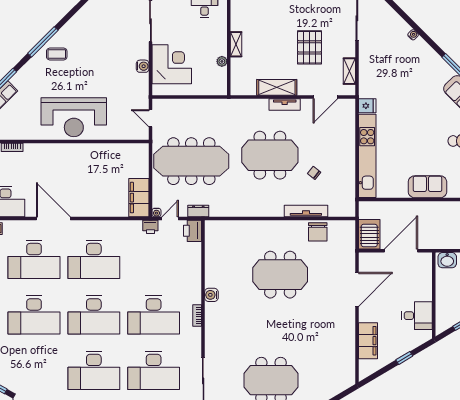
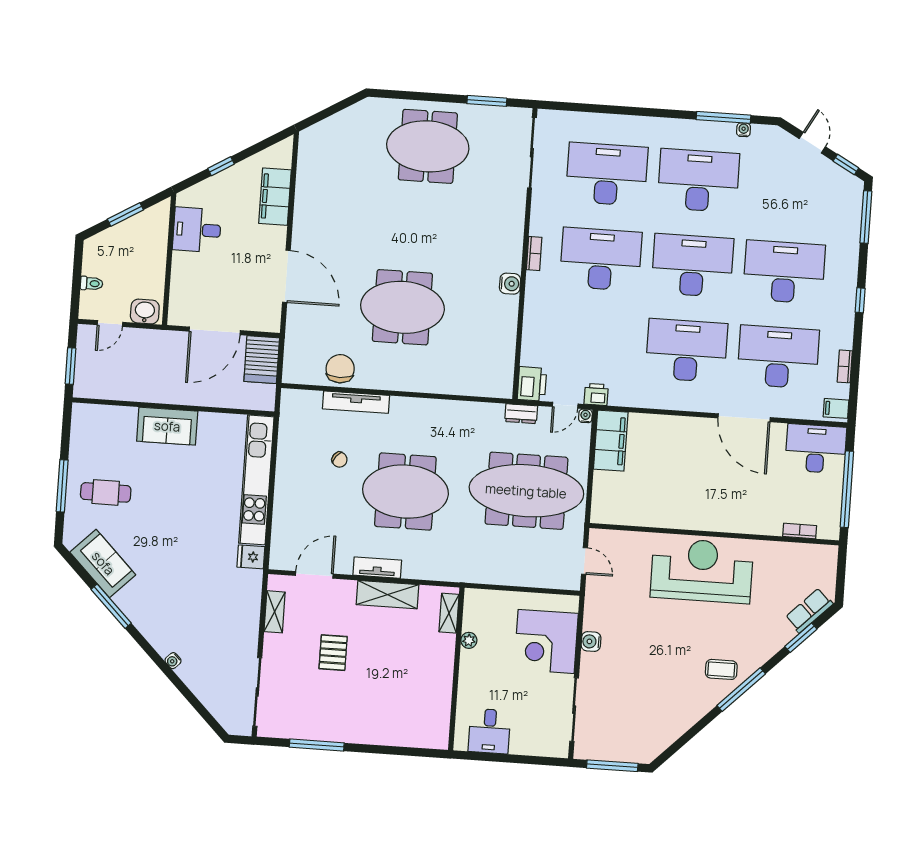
shelving: (236, 44) -> (449, 613), moved
pallet: (310, 47) -> (333, 653), width x0.67, depth x0.71
door: (357, 289) -> (286, 276), swing flipped

